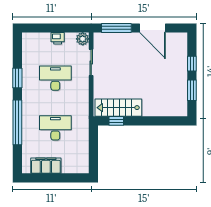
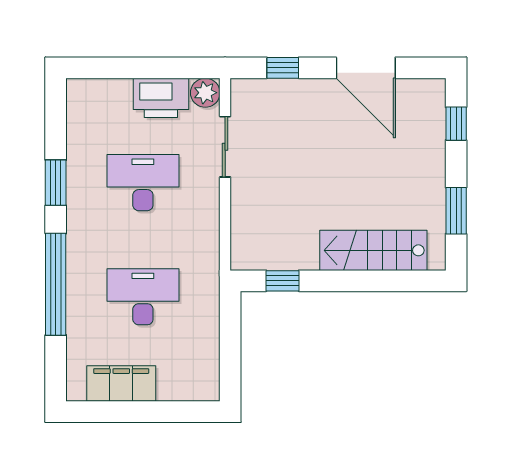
window: (116, 28) -> (283, 68), width x0.46
printer: (58, 38) -> (161, 98), width x1.87, depth x1.48
window: (192, 64) -> (456, 124), moved
stairs: (118, 108) -> (373, 250), moved

